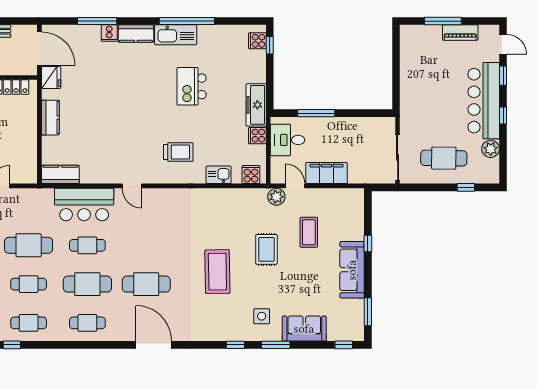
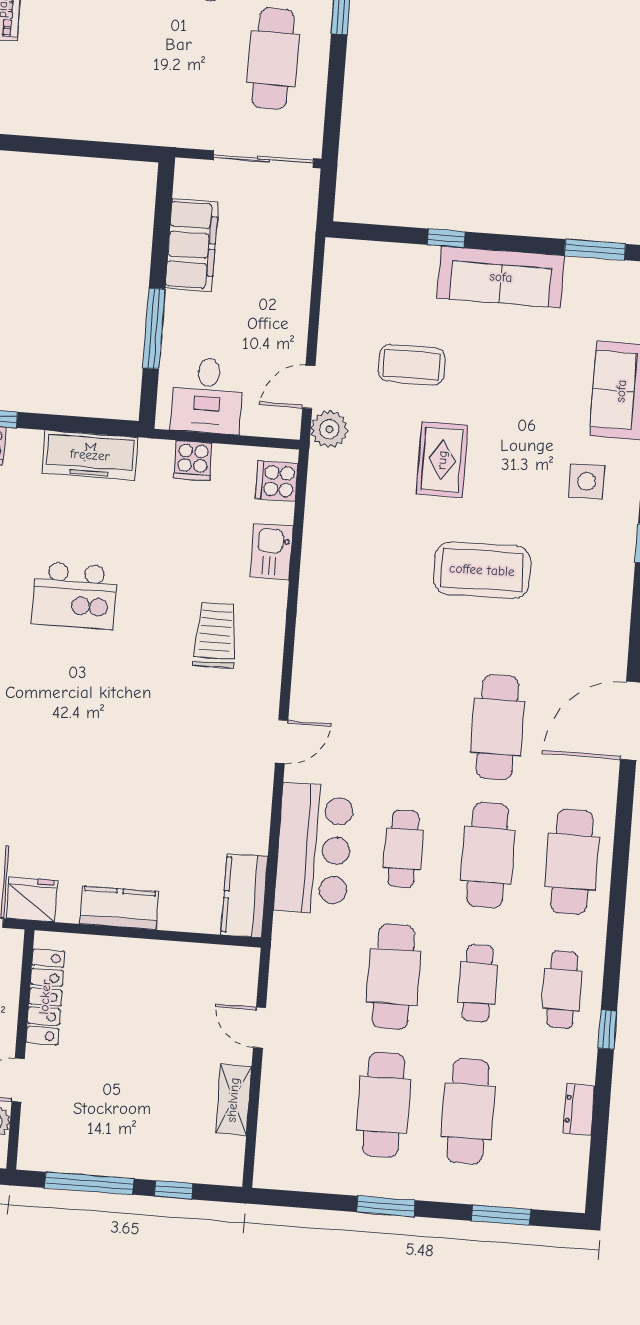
freezer: (256, 105) -> (90, 455), moved
filing cabinet: (326, 173) -> (192, 245), moved, turned 180
rug: (266, 249) -> (442, 460), turned 90
cafe table: (87, 323) -> (572, 862), width x1.37, depth x1.35

